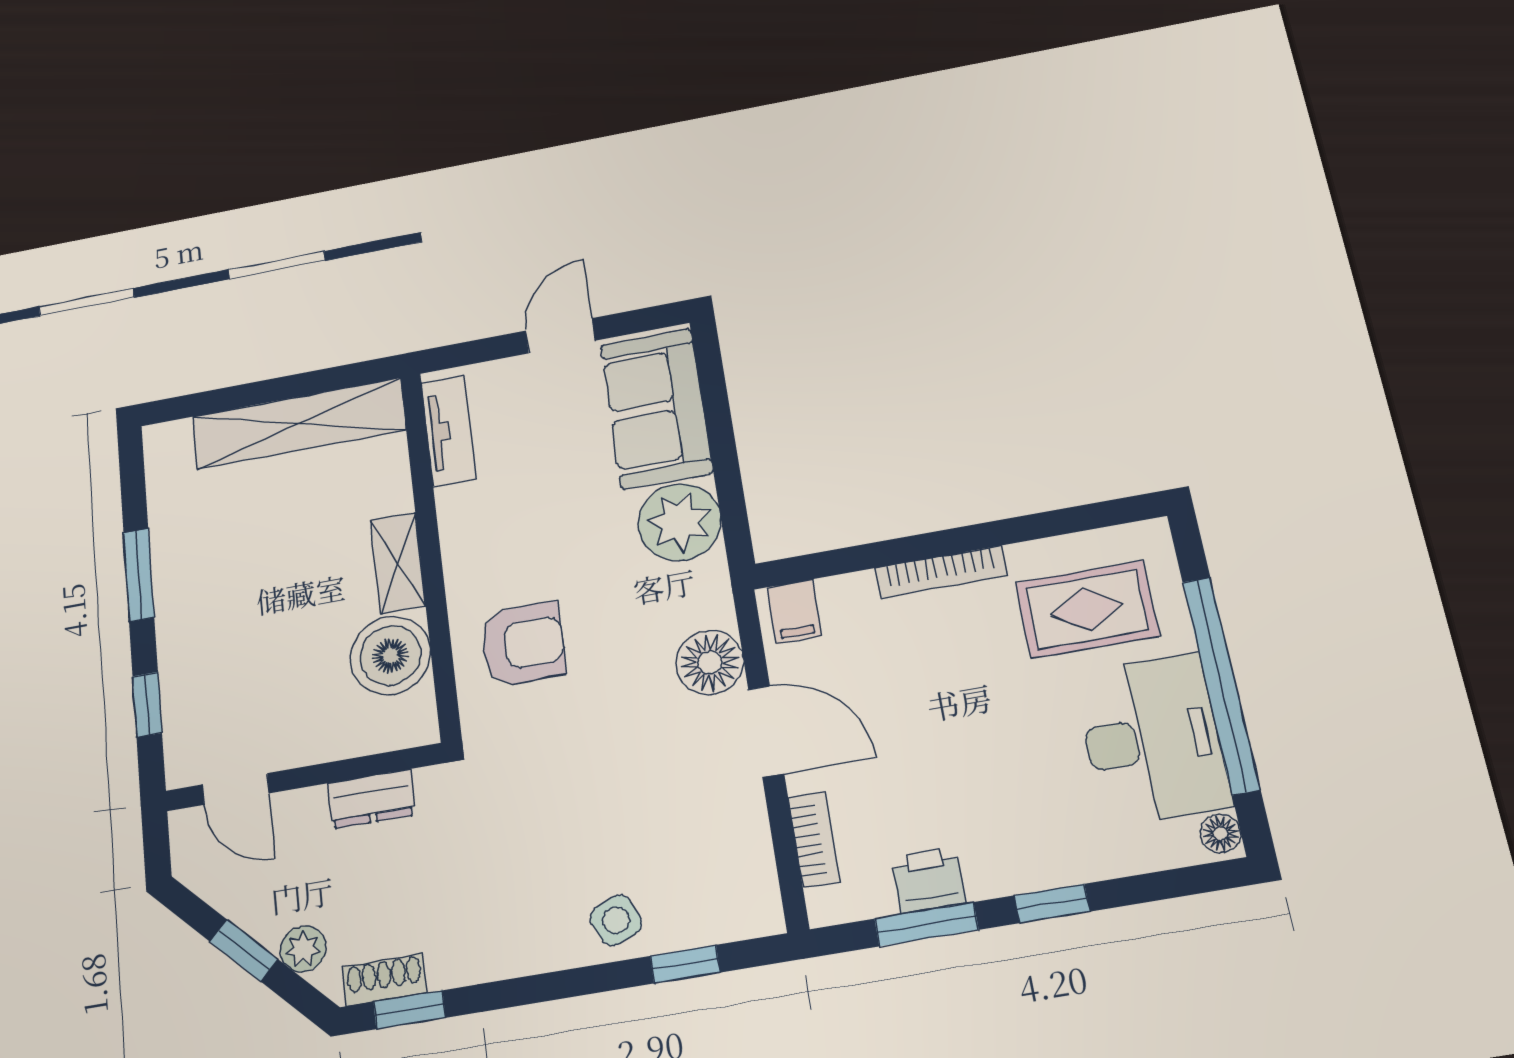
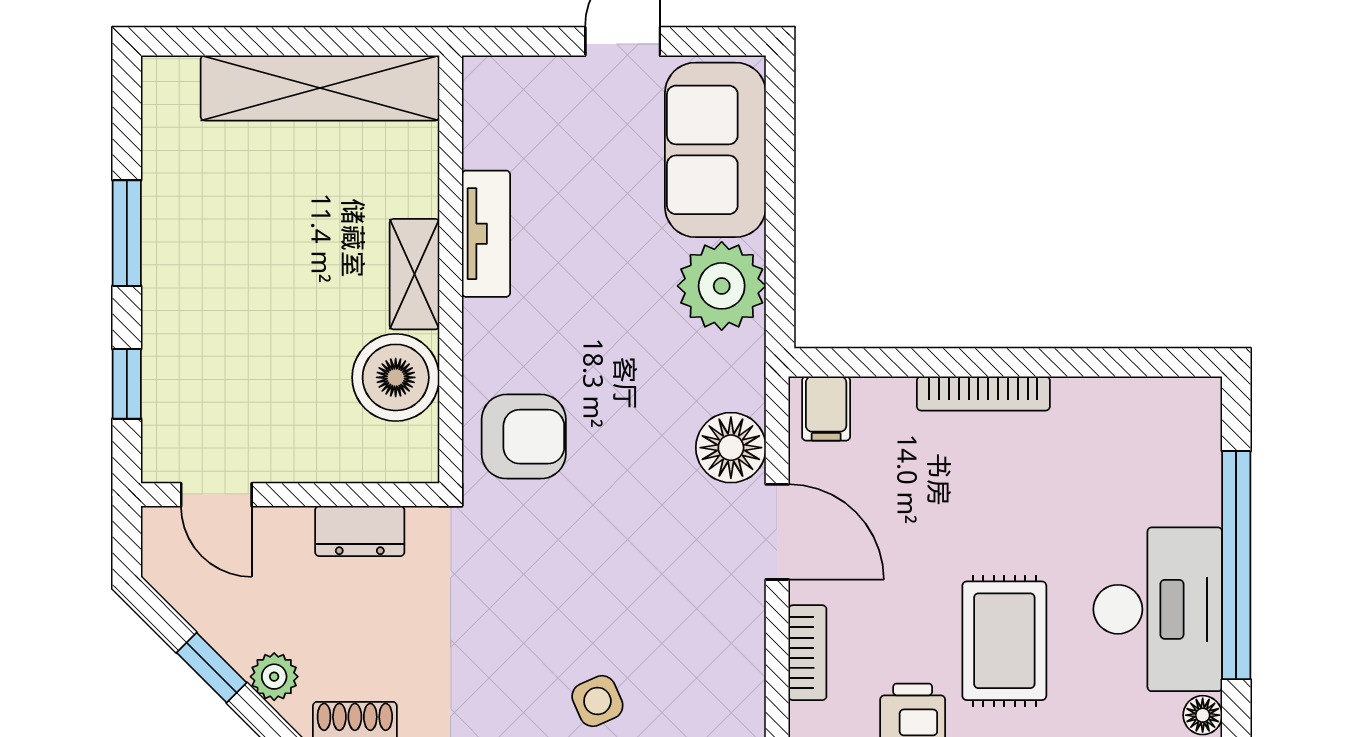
tv unit: (448, 431) -> (486, 234), moved
rug: (1087, 609) -> (1004, 641), moved, turned 90
armchair: (523, 644) -> (524, 437), moved

